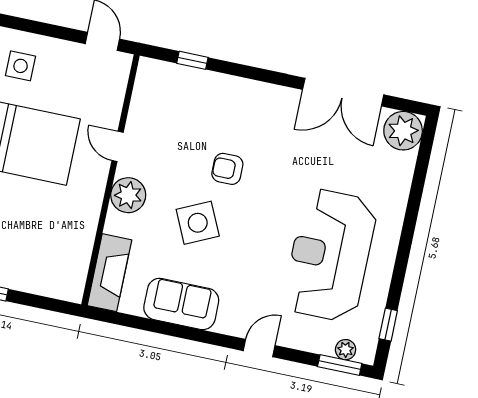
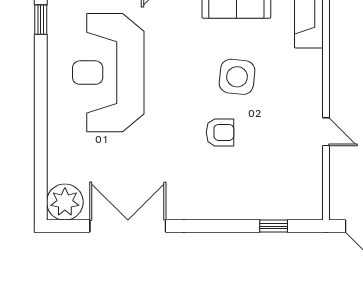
plant: (128, 195) -> (307, 89), removed
side table: (198, 223) -> (237, 77), turned 31
reception desk: (330, 255) -> (108, 73), turned 180

